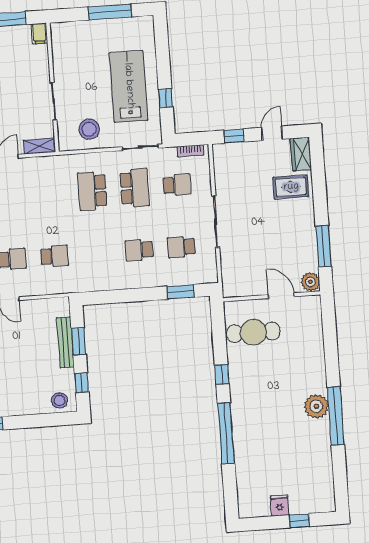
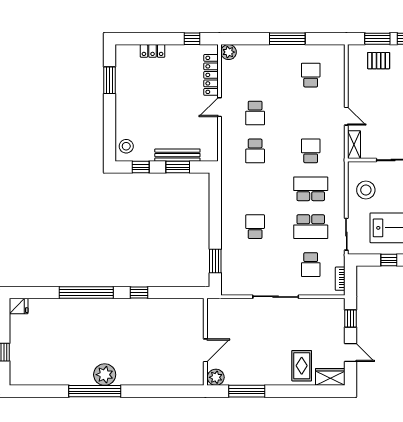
school desk: (181, 247) -> (311, 151), moved
cafe table: (253, 332) -> (175, 323), removed
fridge: (280, 505) -> (19, 306), moved

